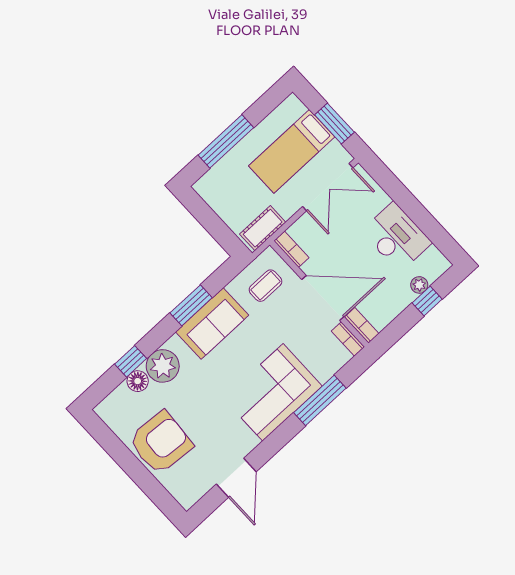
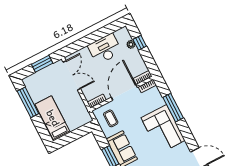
window: (226, 141) -> (28, 102), moved
bed: (292, 151) -> (53, 118), moved, turned 180
cot: (263, 228) -> (83, 112), removed

